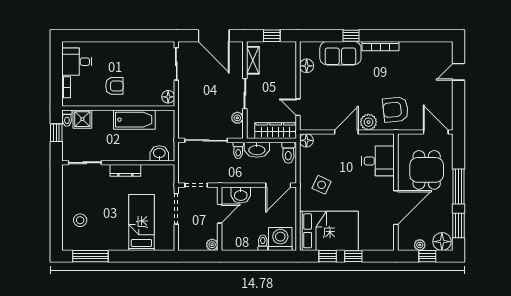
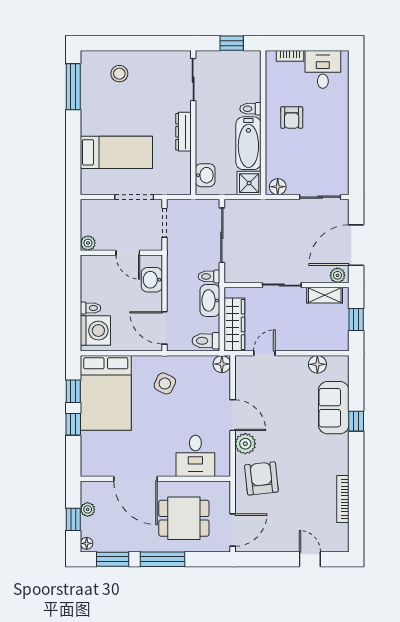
bookcase: (380, 46) -> (343, 499), moved
toilet: (67, 118) -> (250, 109), moved
plant: (237, 118) -> (337, 275), moved
shower: (82, 119) -> (249, 183), moved
floor lamp: (442, 242) -> (87, 543), width x0.53, depth x0.53

